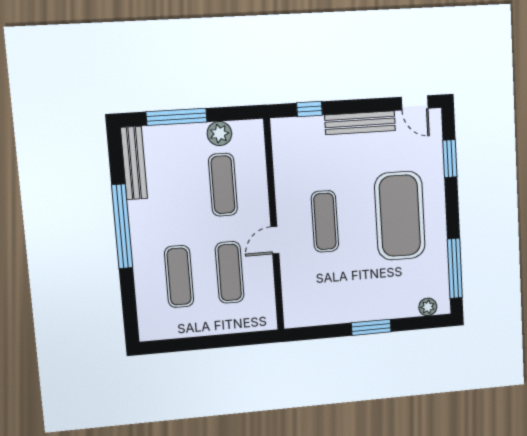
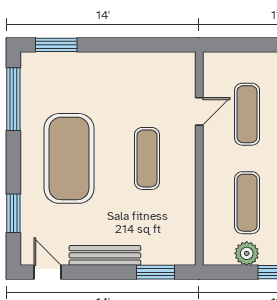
window: (309, 109) -> (156, 272), width x1.50
door: (275, 240) -> (199, 111), moved
plant: (428, 307) -> (44, 61), removed
window: (371, 327) -> (56, 45), moved

